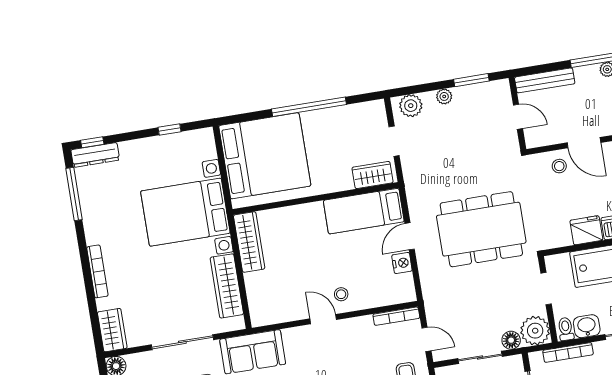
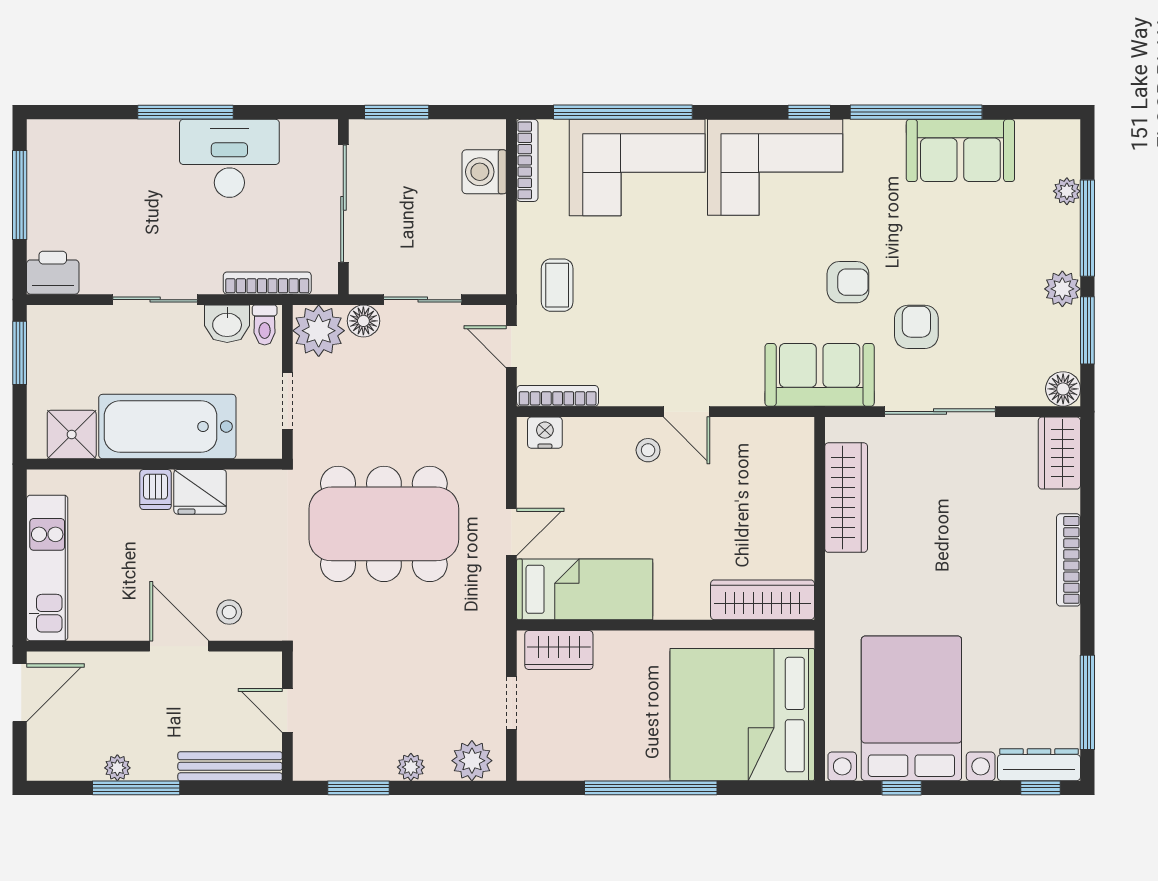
bed with nightstands: (185, 212) -> (911, 708), moved, turned -90
wardrobe: (249, 242) -> (763, 600), moved, turned 90
nightstand: (402, 263) -> (545, 433), moved, turned 90

